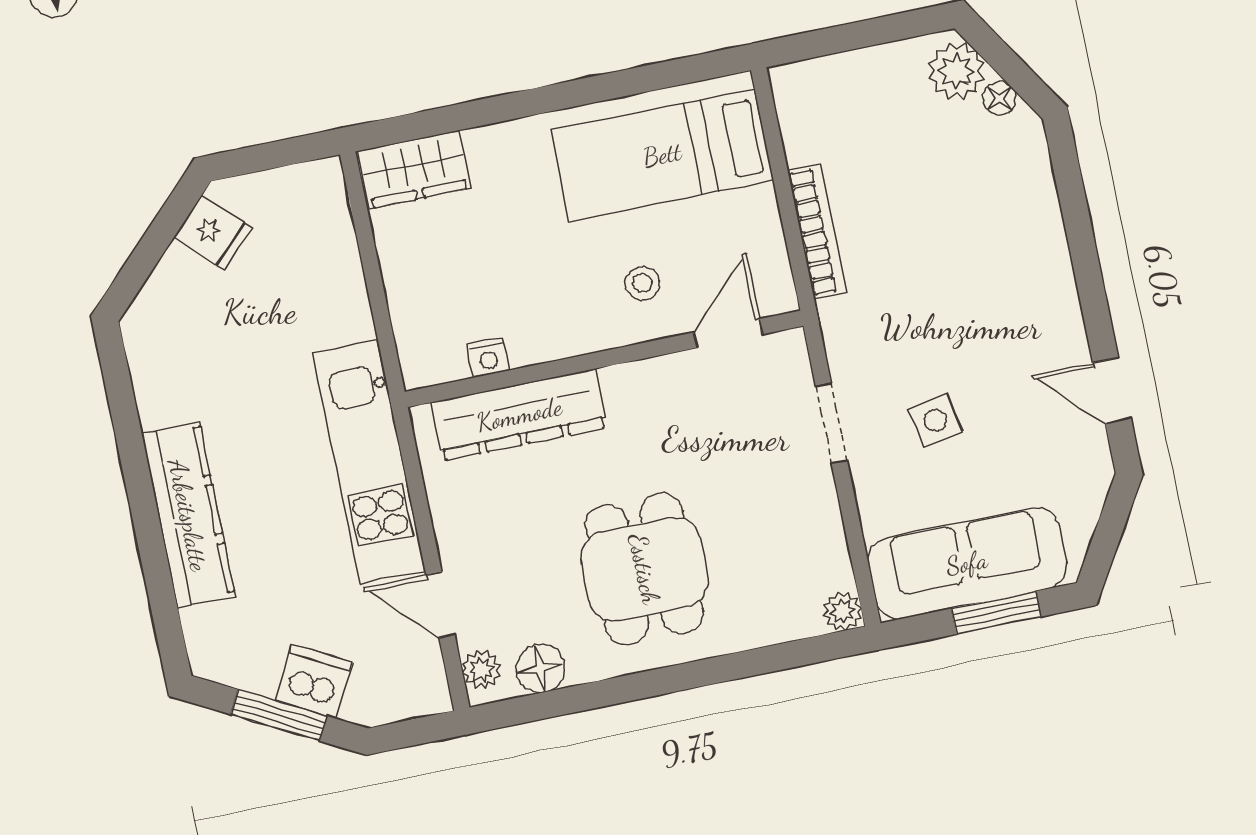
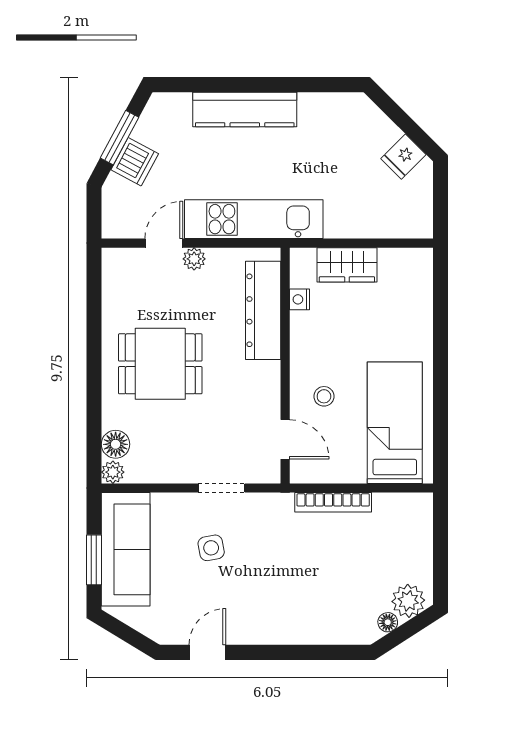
wardrobe: (414, 170) -> (347, 265), moved, turned -90
floor lamp: (540, 668) -> (116, 444), moved
plant: (481, 669) -> (194, 259), moved

